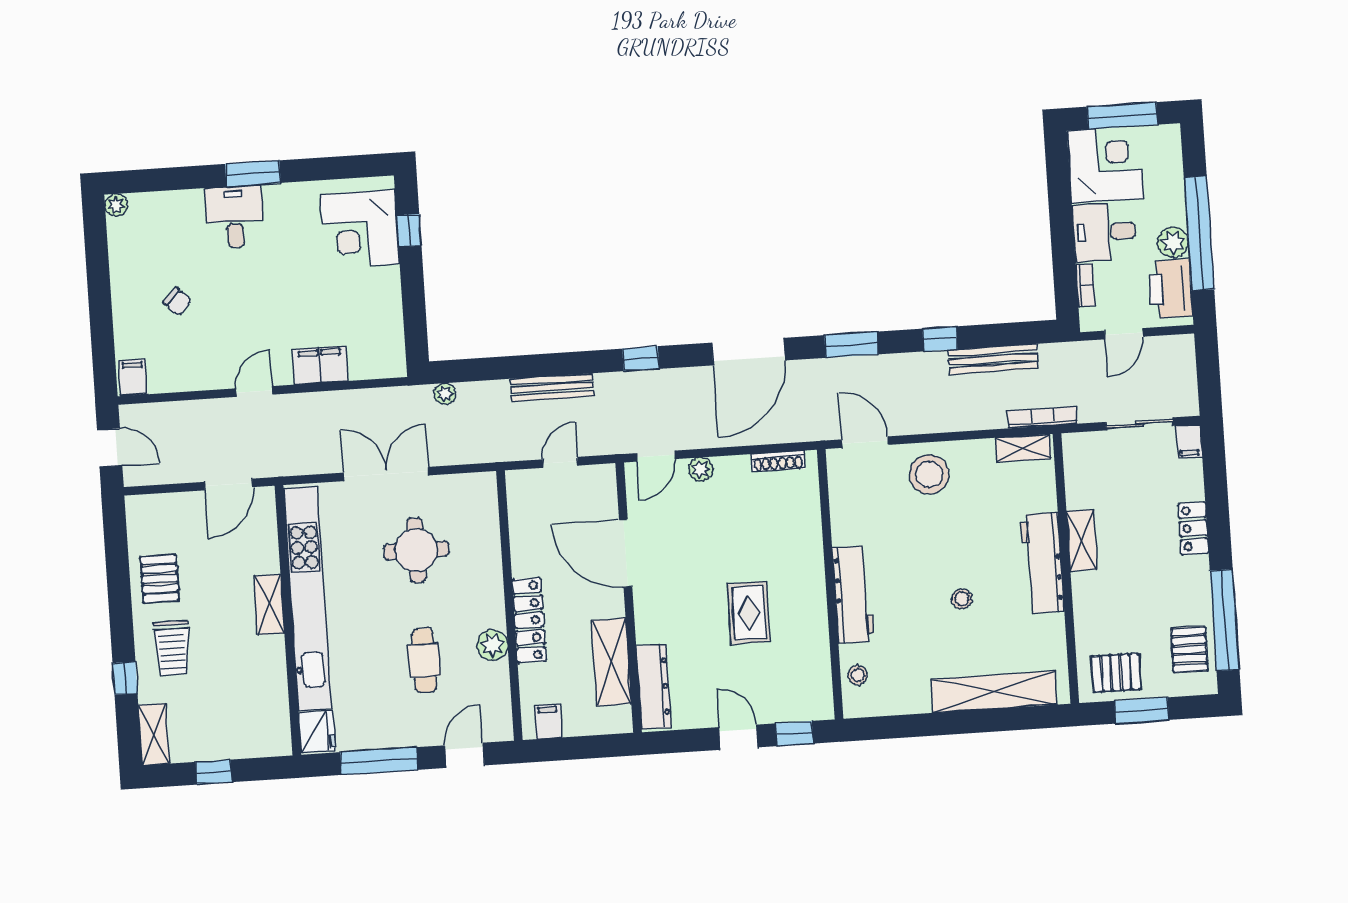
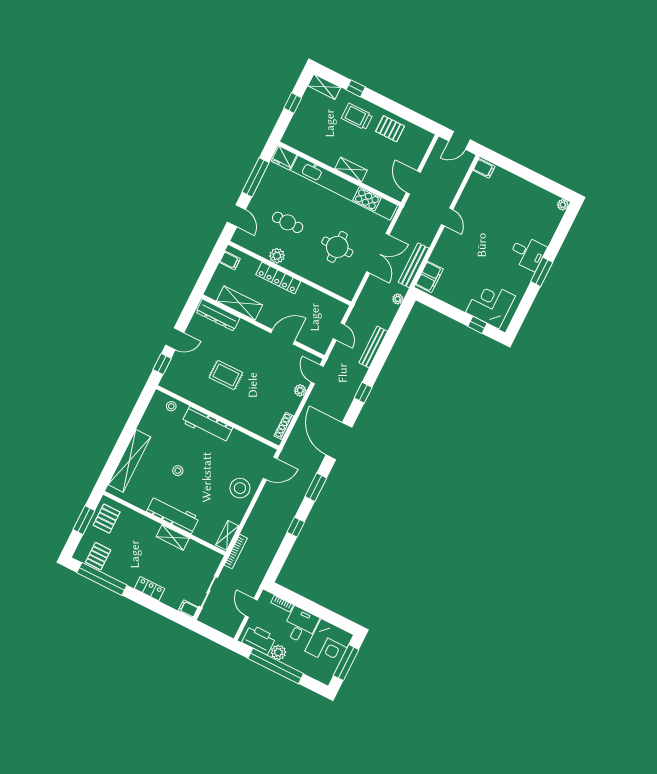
chair: (177, 302) -> (505, 207), removed
bench: (993, 359) -> (414, 265), moved
filing cabinet: (320, 365) -> (429, 277), moved
door: (626, 553) -> (283, 337), width x0.73
pallet: (1189, 650) -> (98, 556), turned 90

